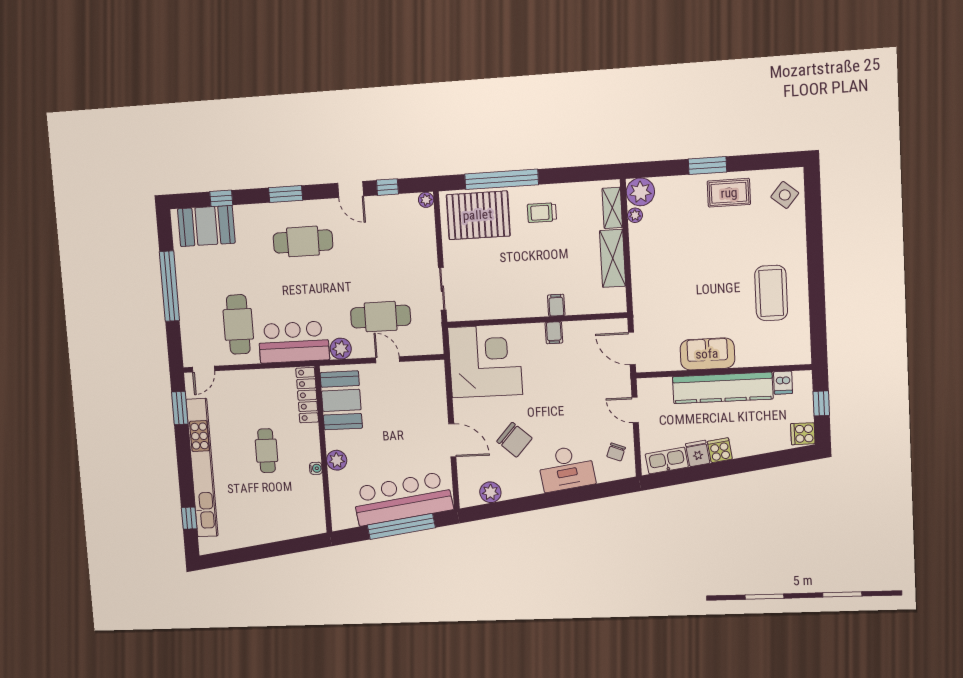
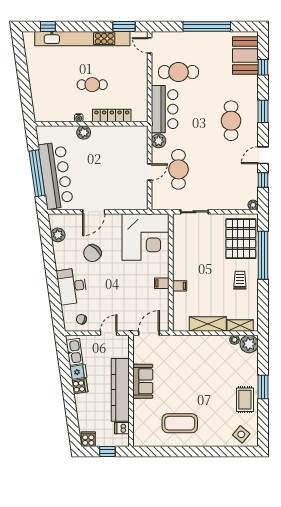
locker: (307, 395) -> (112, 116), moved
booth: (341, 400) -> (124, 139), removed

